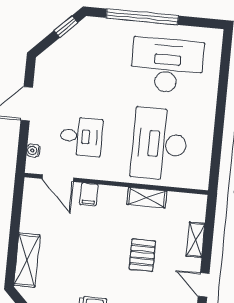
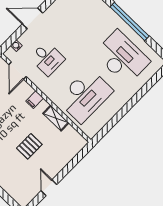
desk: (159, 144) -> (85, 95), turned 180
filing cabinet: (89, 194) -> (35, 100), moved
shelving: (196, 240) -> (64, 161), removed

